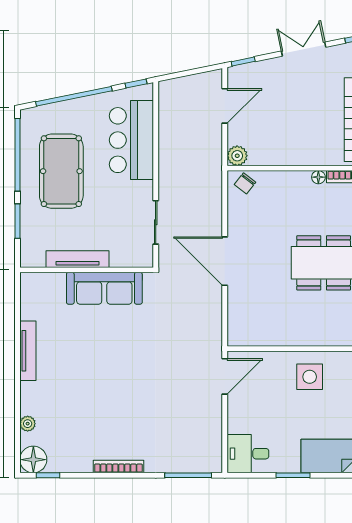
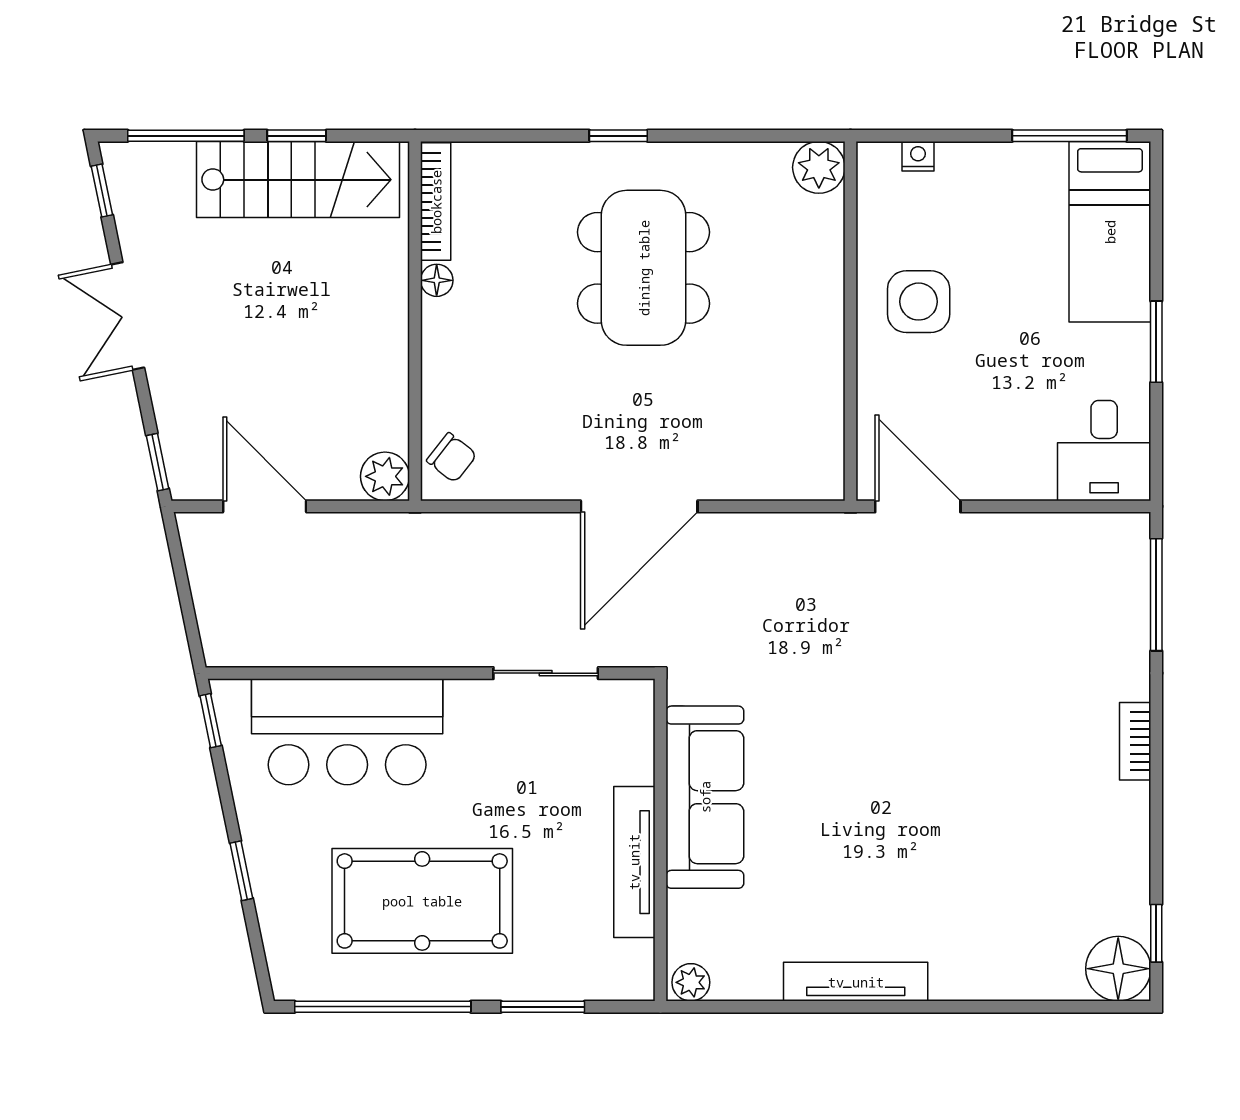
window: (74, 96) -> (241, 871), width x0.32
plant: (28, 424) -> (691, 982), moved
bookcase: (118, 467) -> (1135, 741), width x0.64

